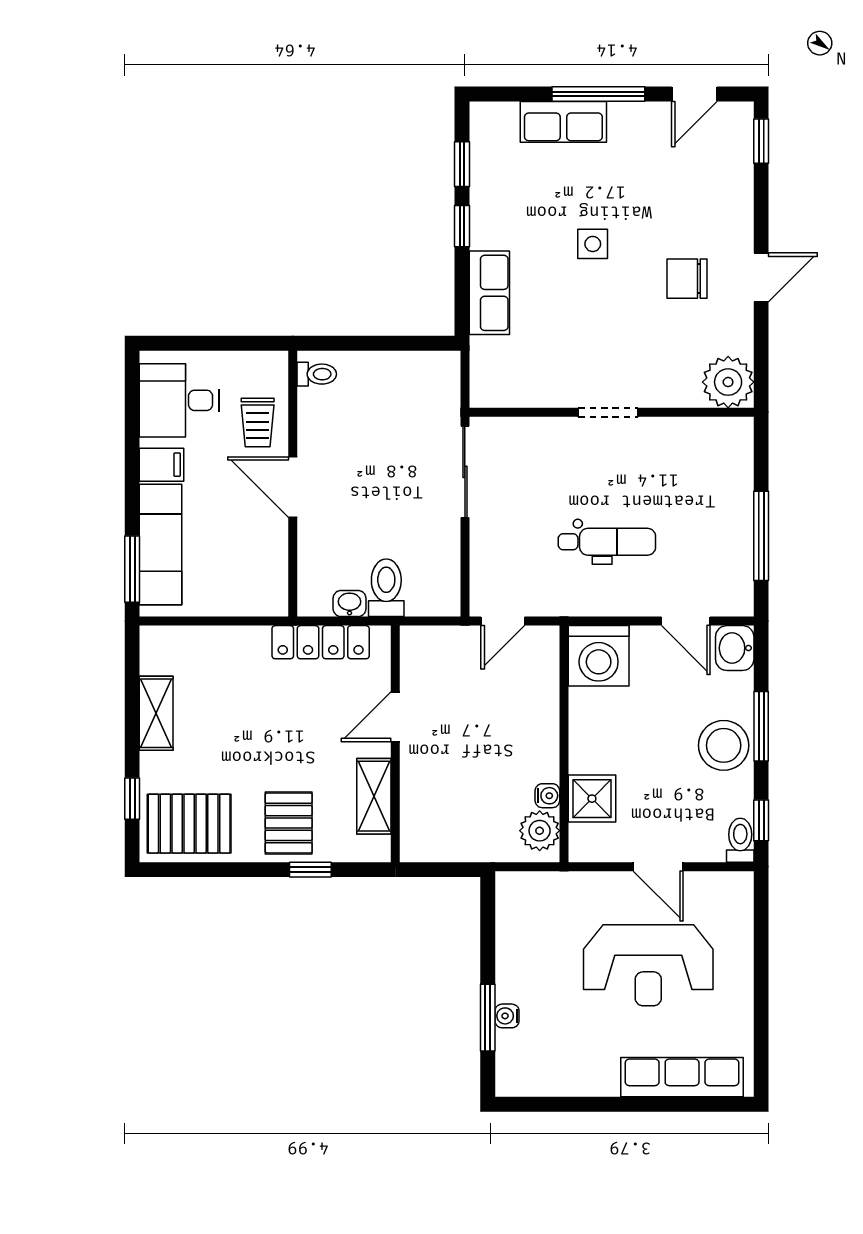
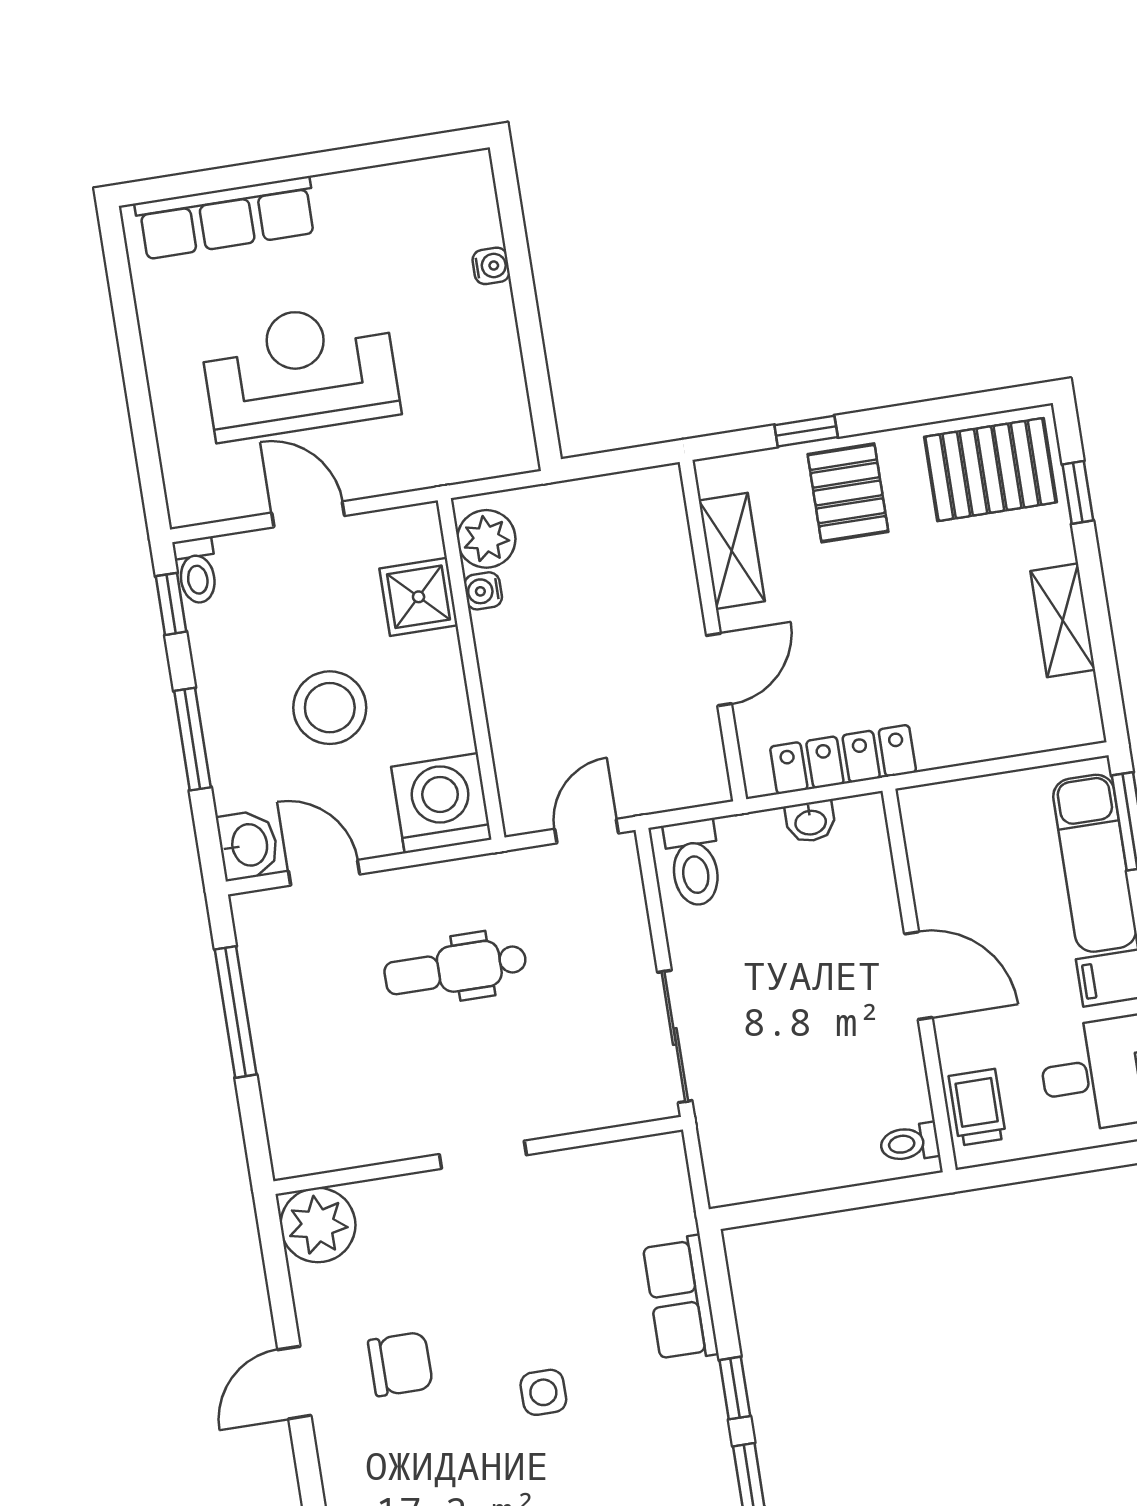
trolley: (258, 422) -> (977, 1107), moved
toilet: (386, 588) -> (694, 863), moved
stool: (724, 745) -> (330, 708), moved
window: (488, 1018) -> (518, 259), removed

